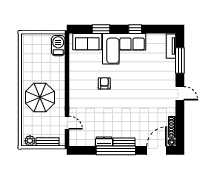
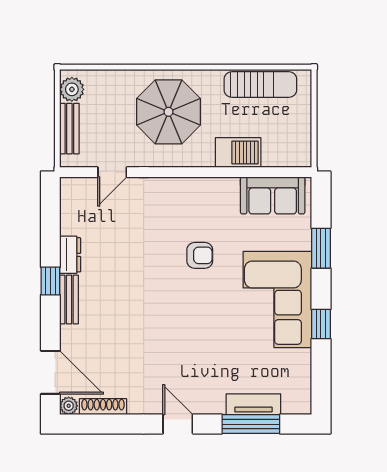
sofa: (87, 42) -> (273, 195), moved, turned -90
barbecue: (58, 46) -> (238, 153), moved
tv unit: (171, 46) -> (253, 404), moved
sun lounger: (28, 56) -> (260, 84), added
door: (180, 93) -> (178, 424), swing flipped
window: (116, 150) -> (50, 281), width x0.32

